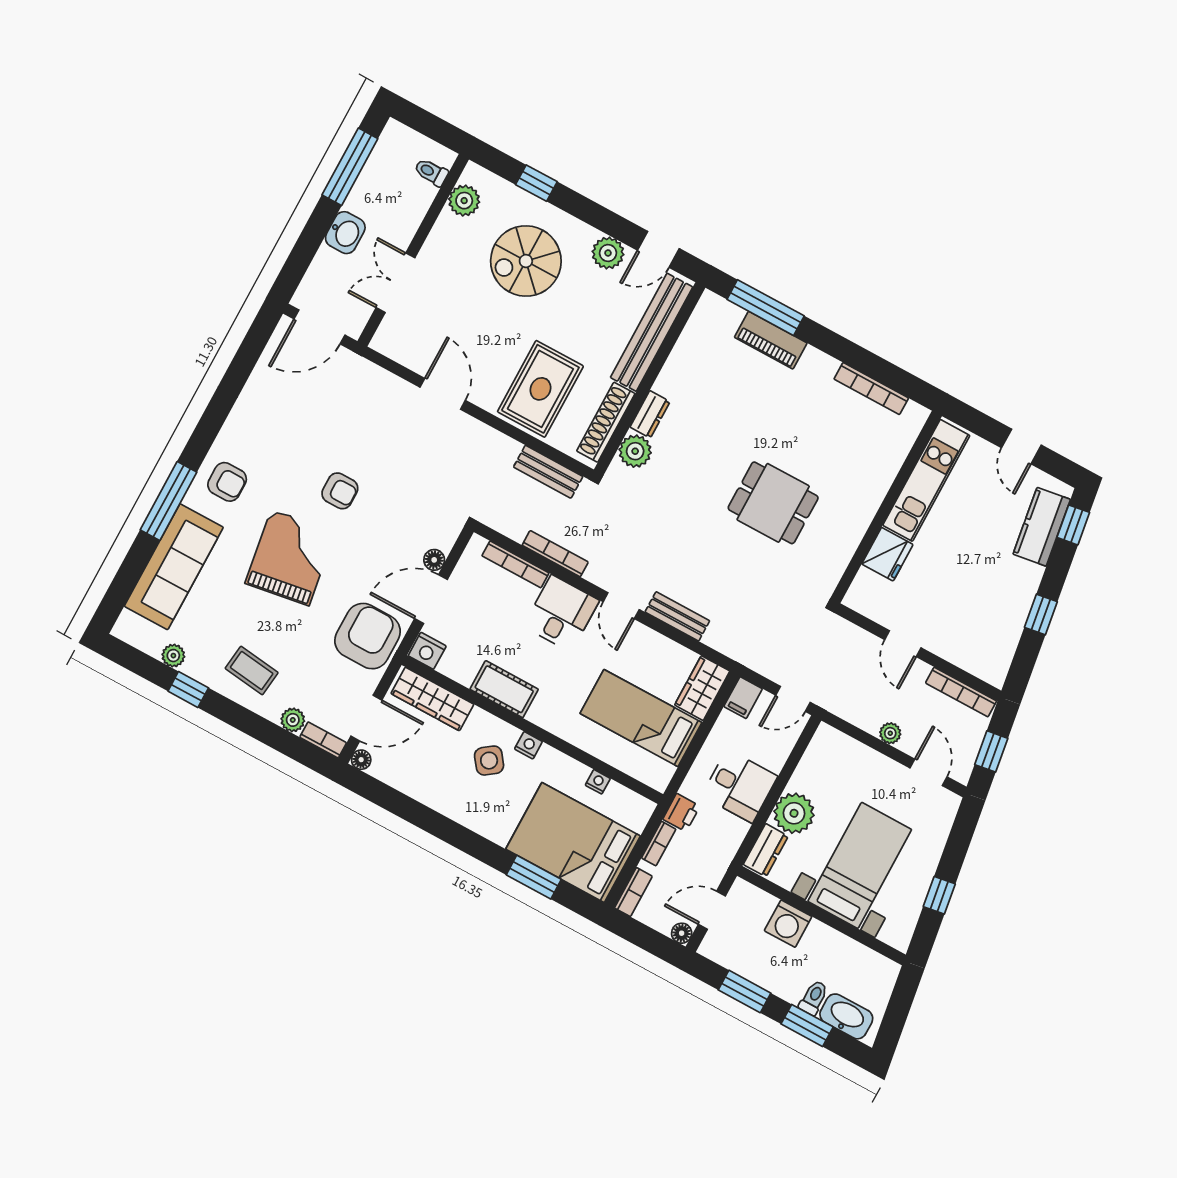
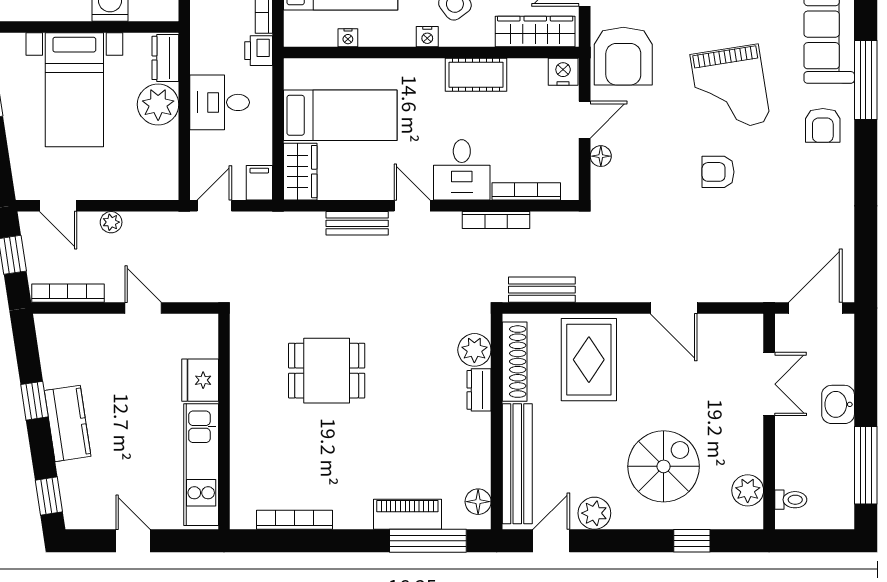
floor lamp: (703, 318) -> (478, 502), added
armchair: (227, 482) -> (823, 125), turned -90
kitchen counter: (1042, 527) -> (68, 423), moved
door: (431, 599) -> (585, 120), width x0.73

